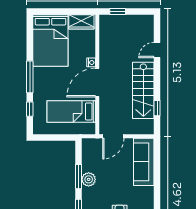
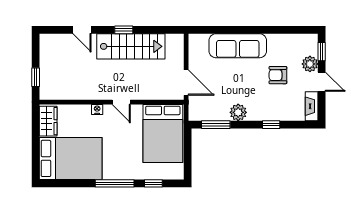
door: (97, 82) -> (121, 102), width x0.53
window: (157, 108) -> (124, 30), moved
bed: (71, 111) -> (163, 133), width x1.50
sofa: (144, 162) -> (238, 46), moved
window: (78, 177) -> (216, 125), moved

